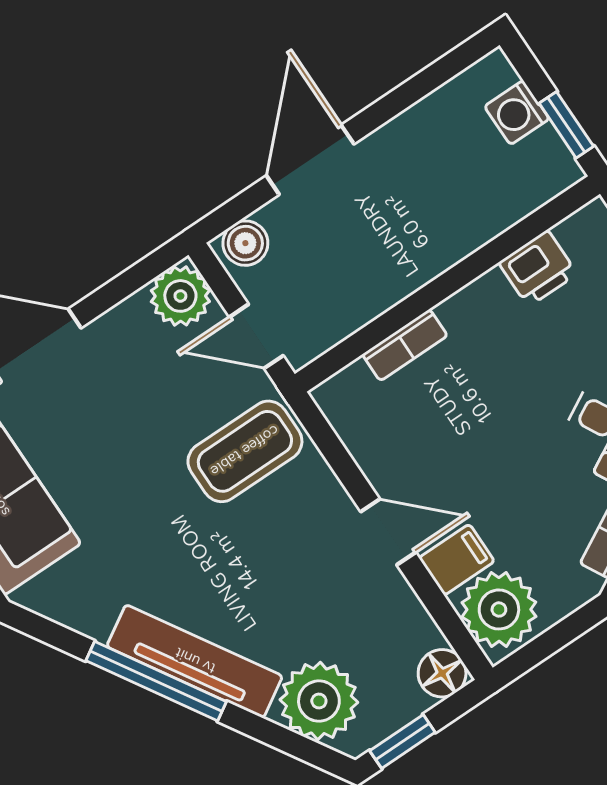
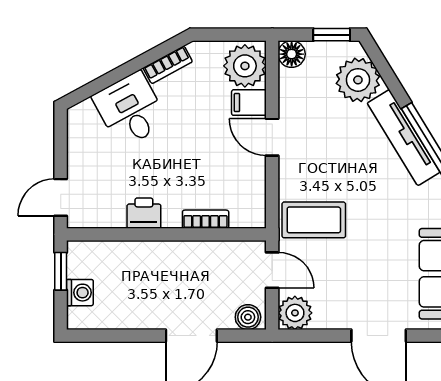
printer: (538, 268) -> (144, 213), moved

